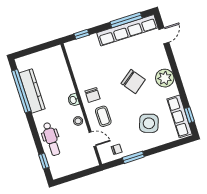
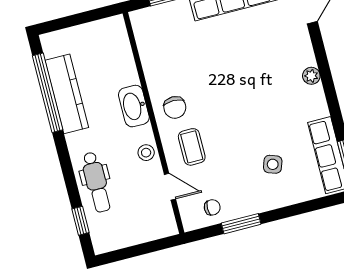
plant: (165, 78) -> (311, 76), width x0.53, depth x0.53
chair: (133, 81) -> (249, 88), removed
washbasin: (73, 100) -> (134, 106), width x1.91, depth x1.45
side table: (149, 123) -> (273, 164), width x0.54, depth x0.54

